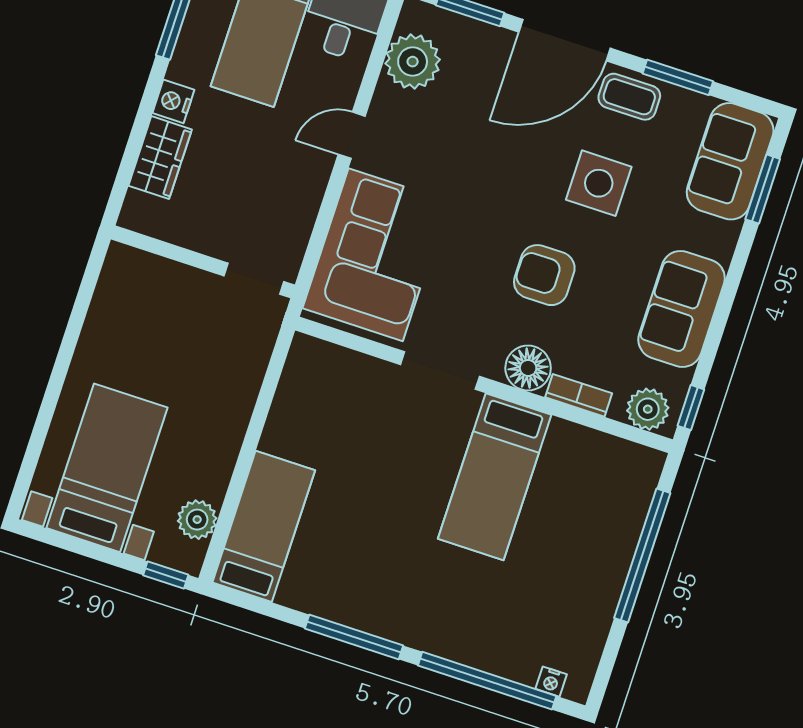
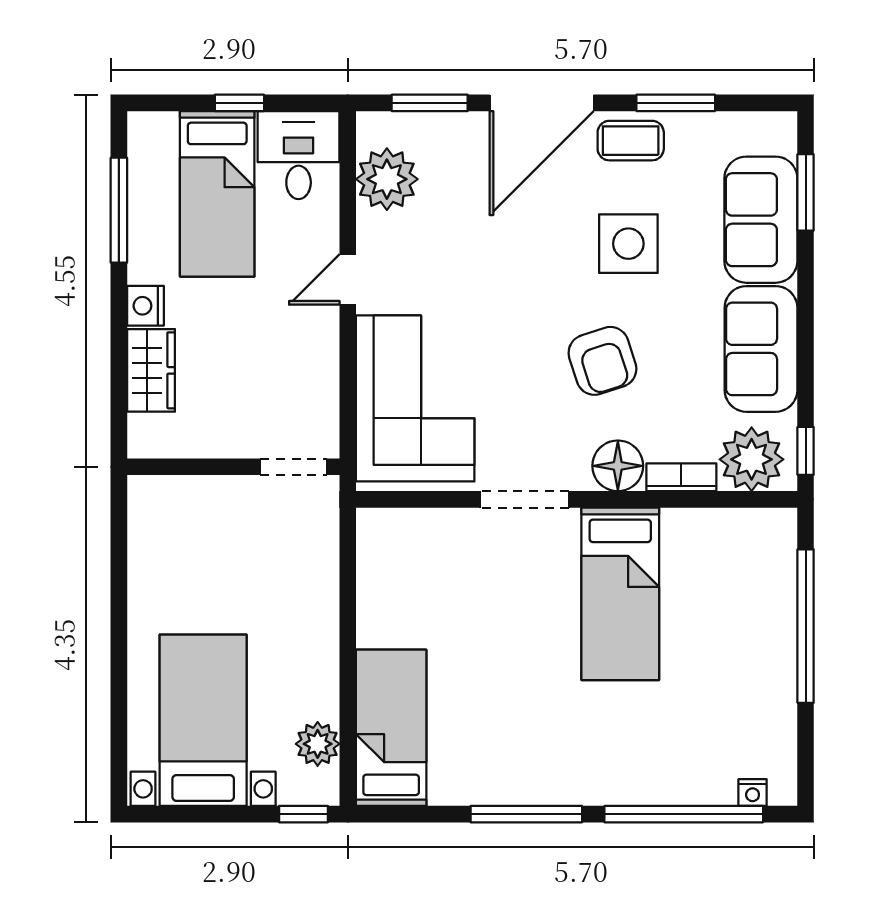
sofa: (730, 161) -> (761, 220), moved
armchair: (544, 275) -> (602, 361), turned -108
plant: (648, 409) -> (752, 459), width x1.36, depth x1.36

